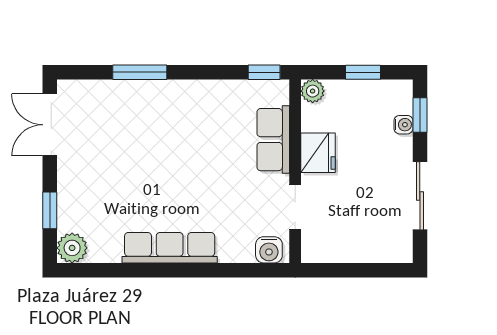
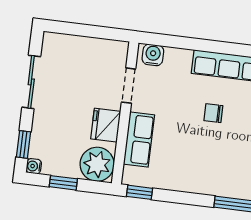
plant: (313, 91) -> (97, 164), width x1.87, depth x1.87
water cooler: (403, 125) -> (34, 166), moved
chair: (182, 185) -> (213, 113), added

